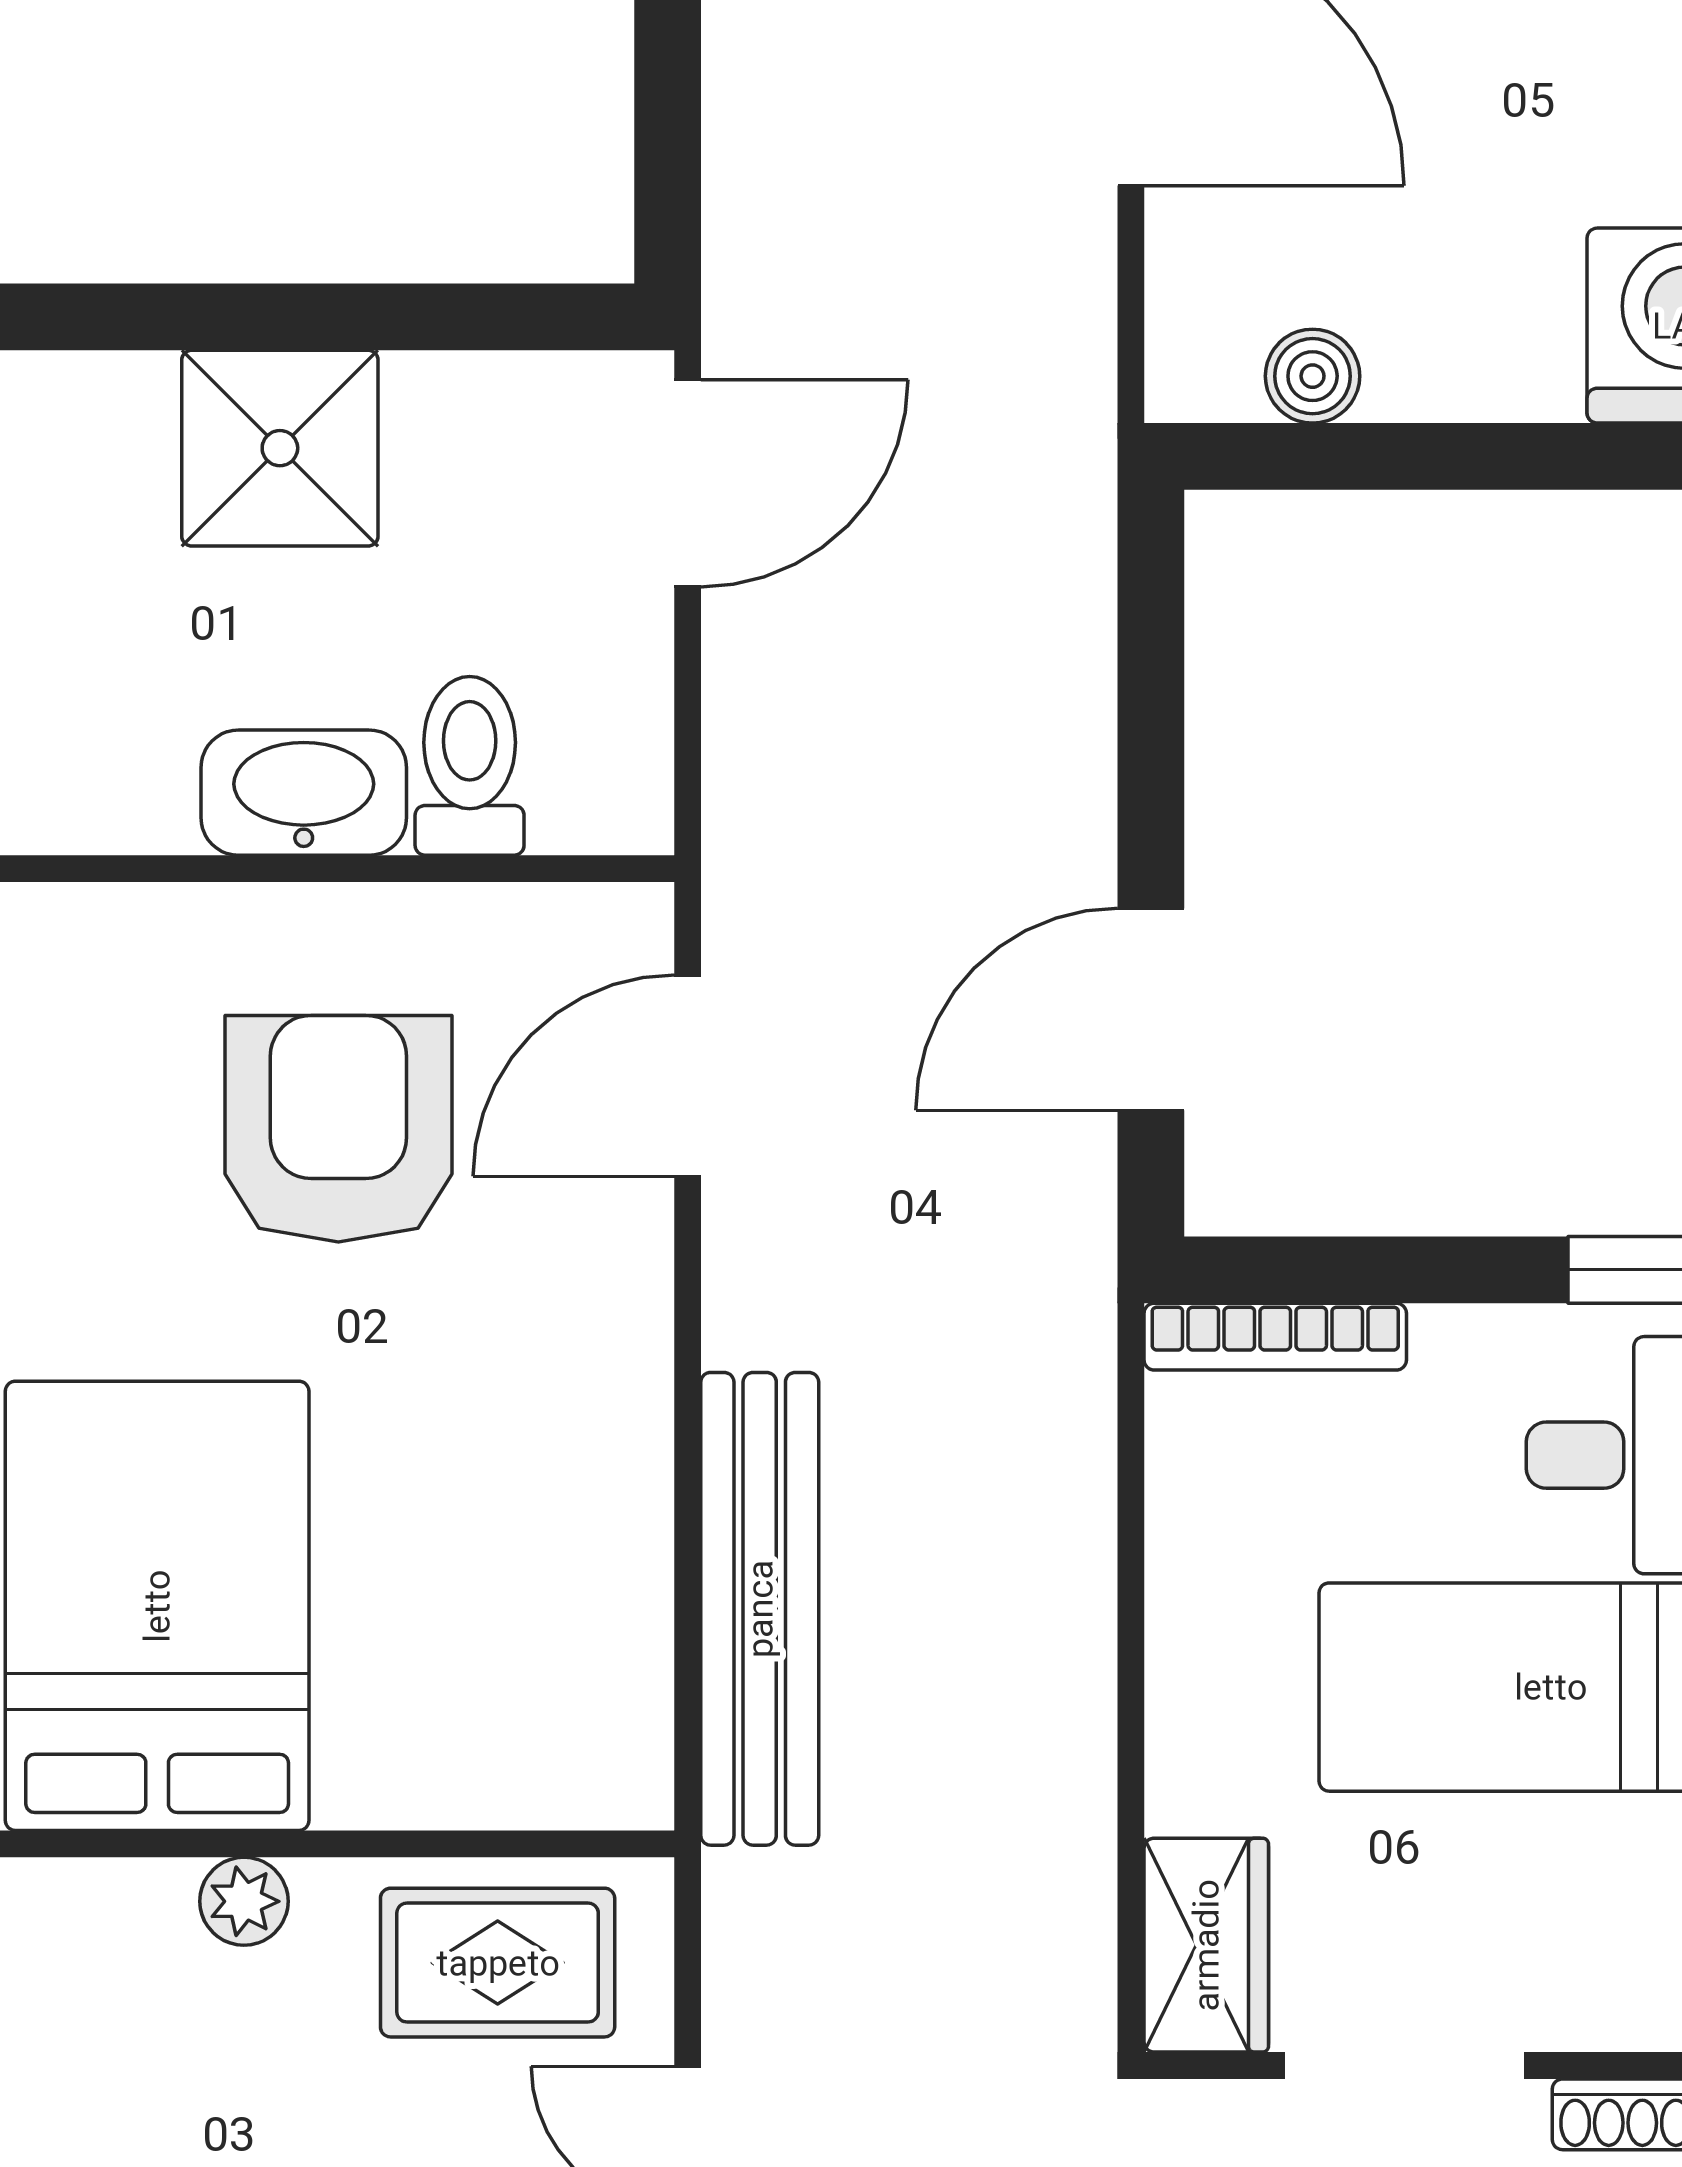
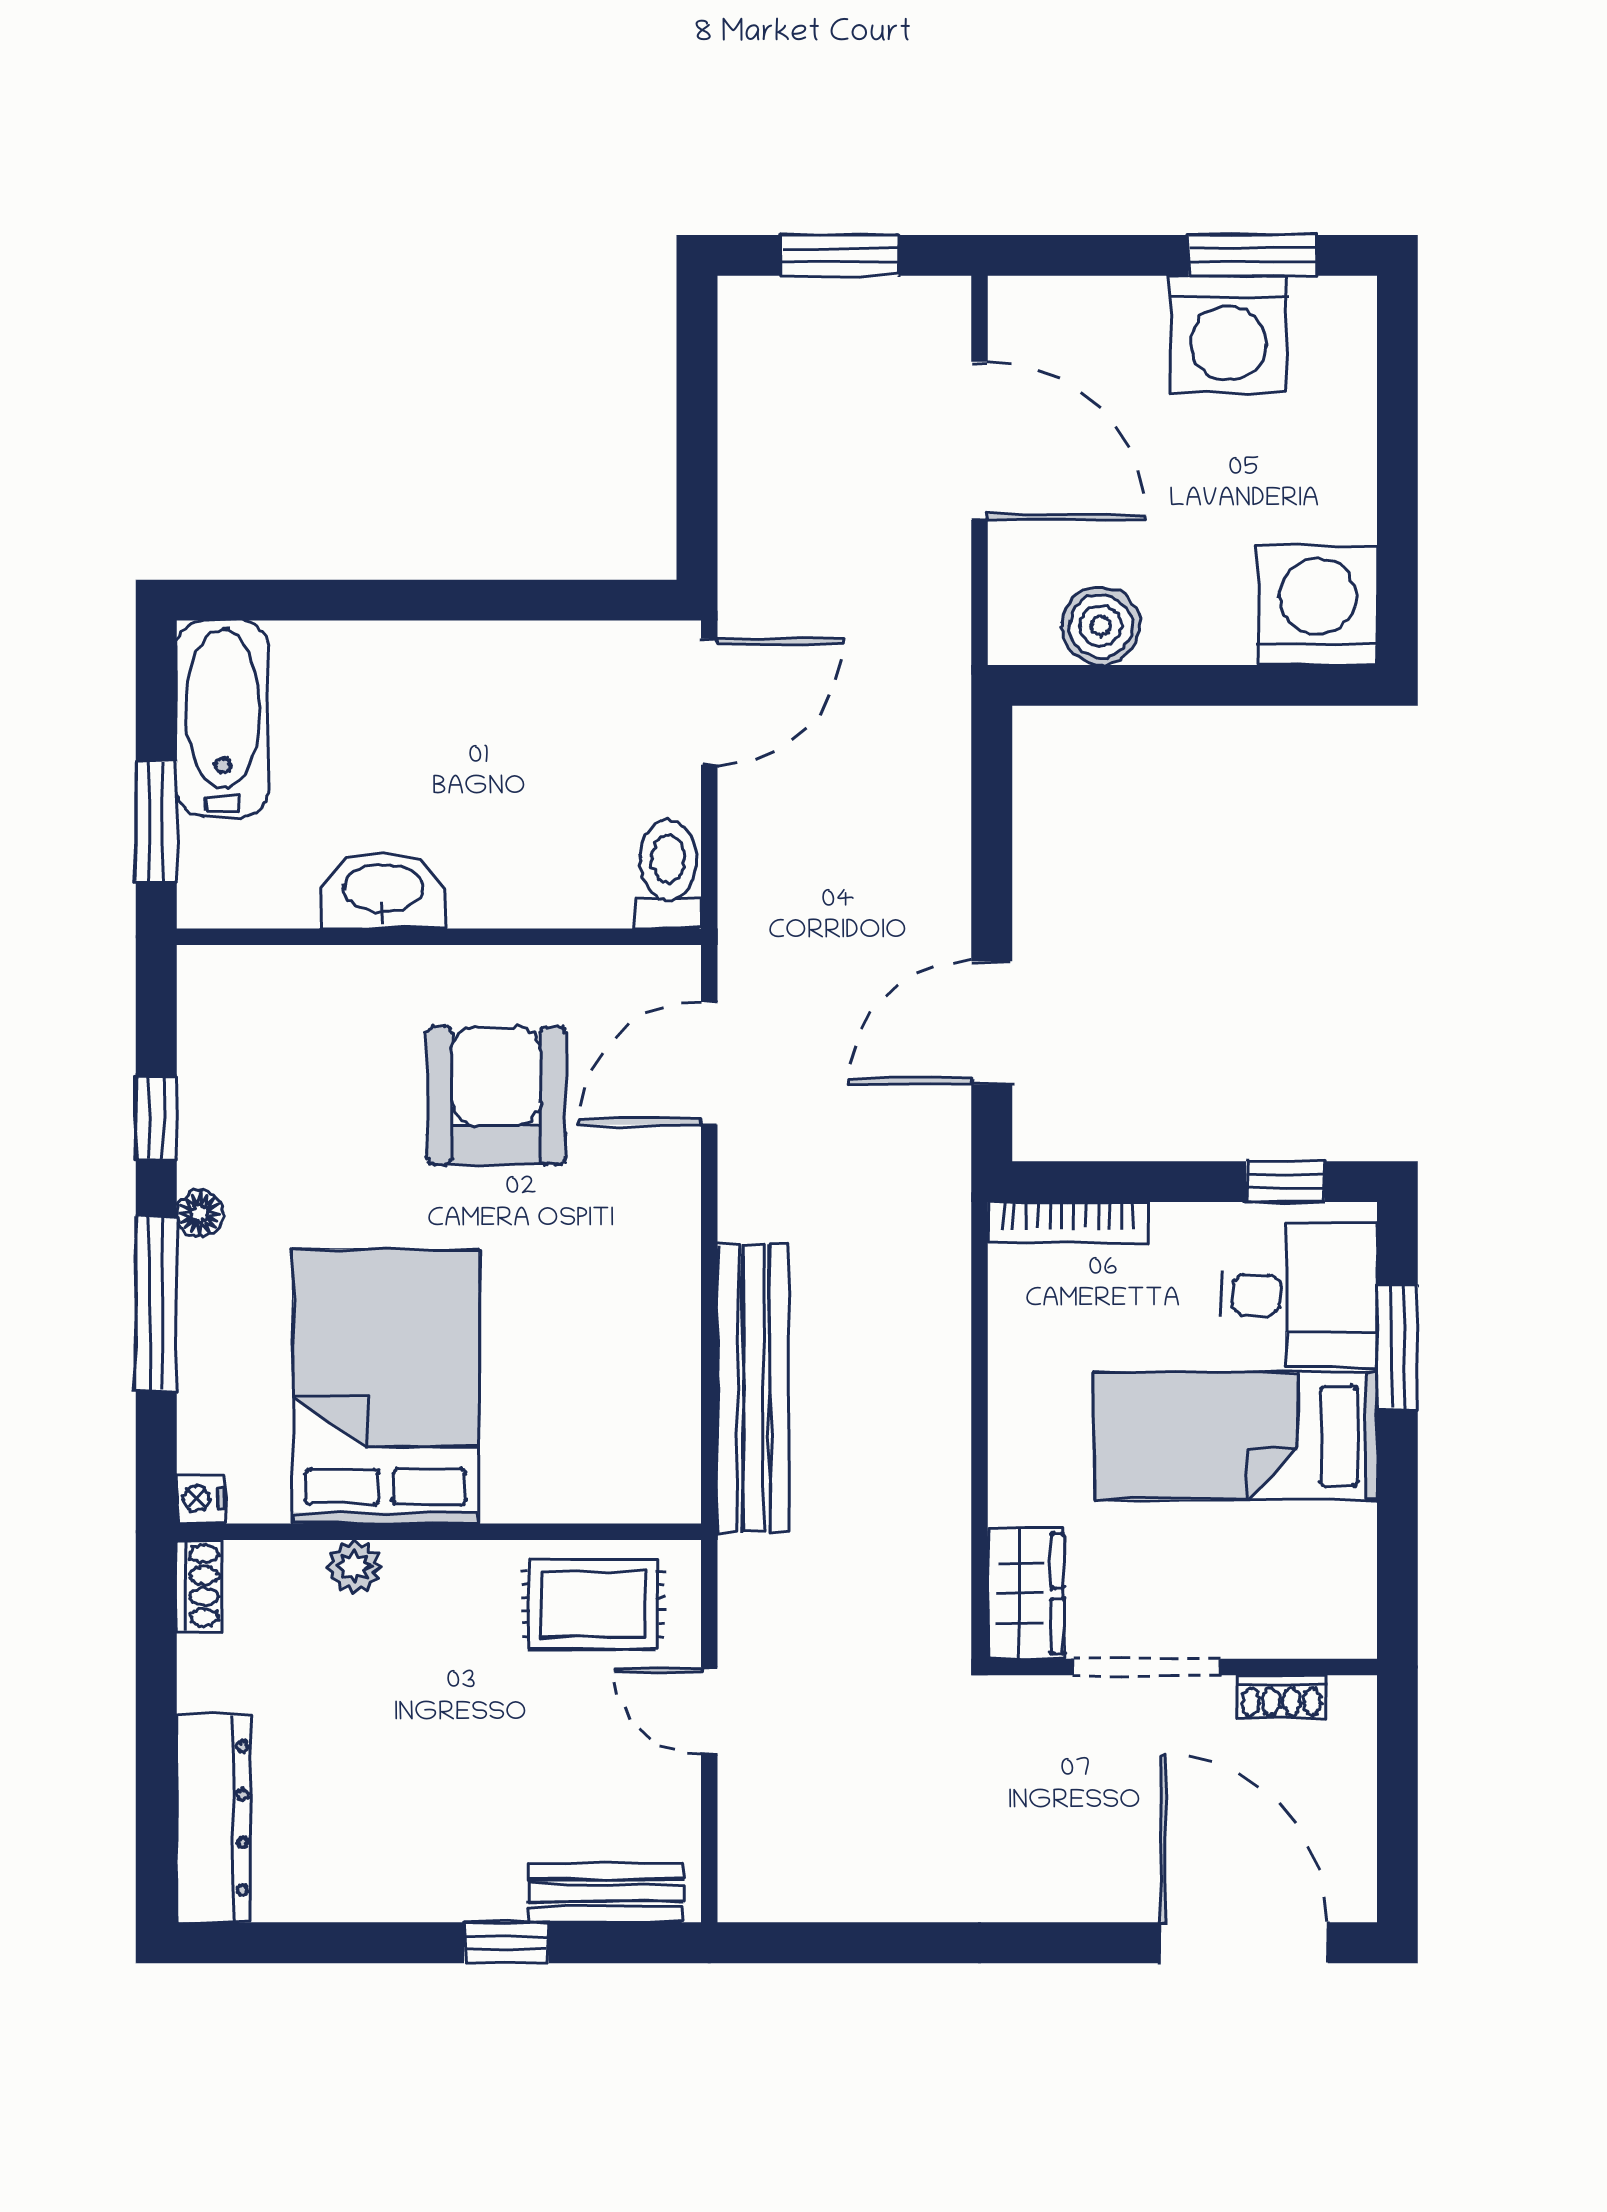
boiler: (1313, 376) -> (1101, 626), width x1.36, depth x1.36
shower: (280, 448) -> (461, 680), removed
toilet: (470, 766) -> (668, 874), moved
washbasin: (304, 793) -> (383, 890), moved
plant: (244, 1901) -> (354, 1567), moved

